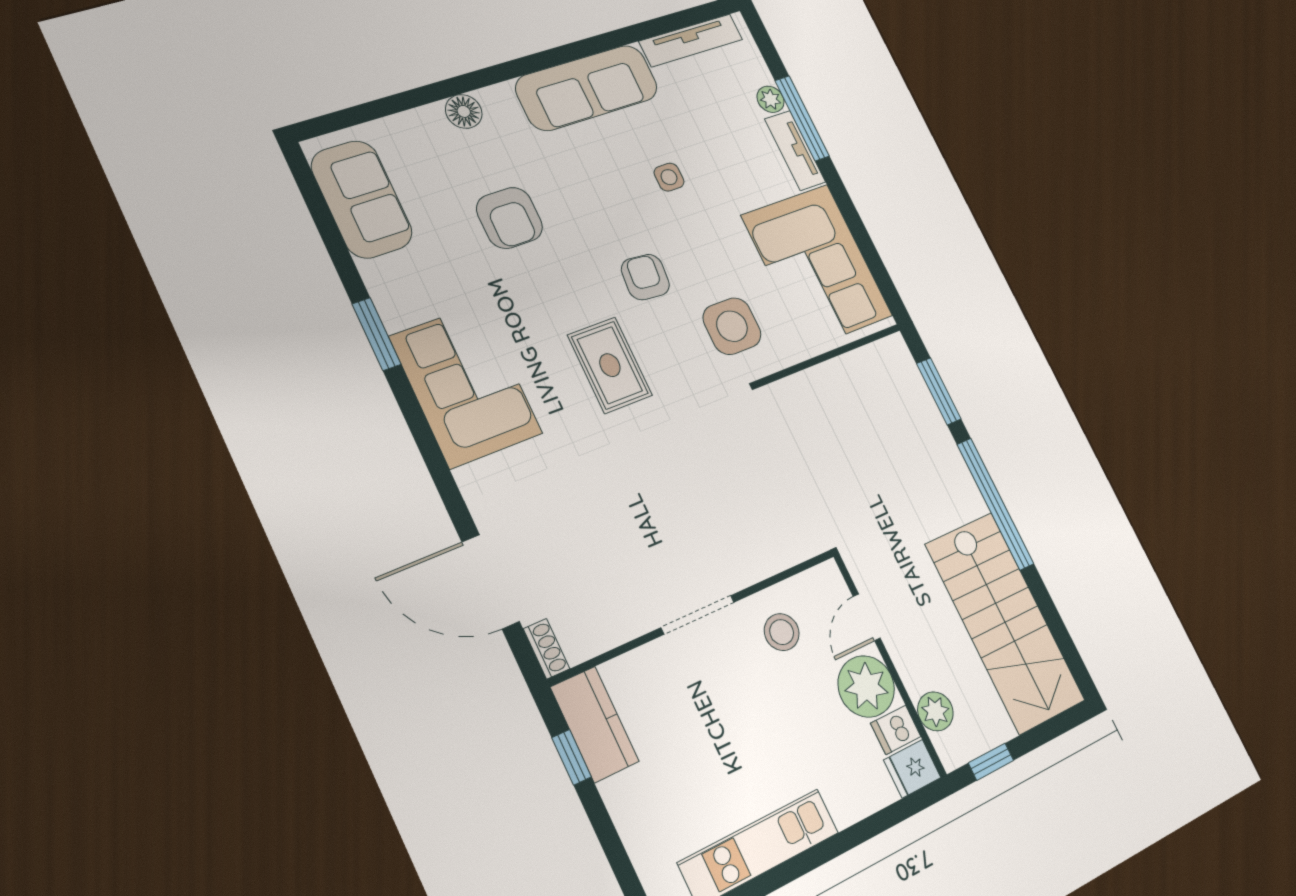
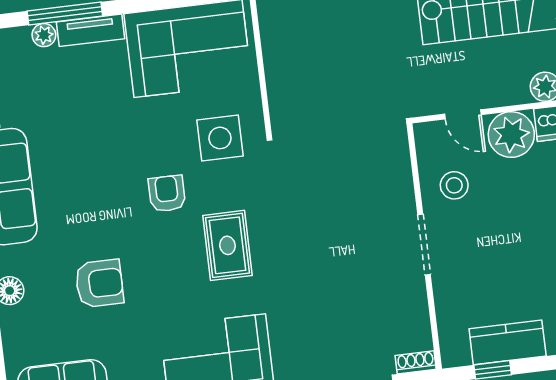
side table: (669, 177) -> (92, 146), removed
armchair: (645, 277) -> (167, 194), turned 85
rug: (610, 365) -> (227, 245), turned 90
kitchen counter: (595, 724) -> (508, 342), moved

